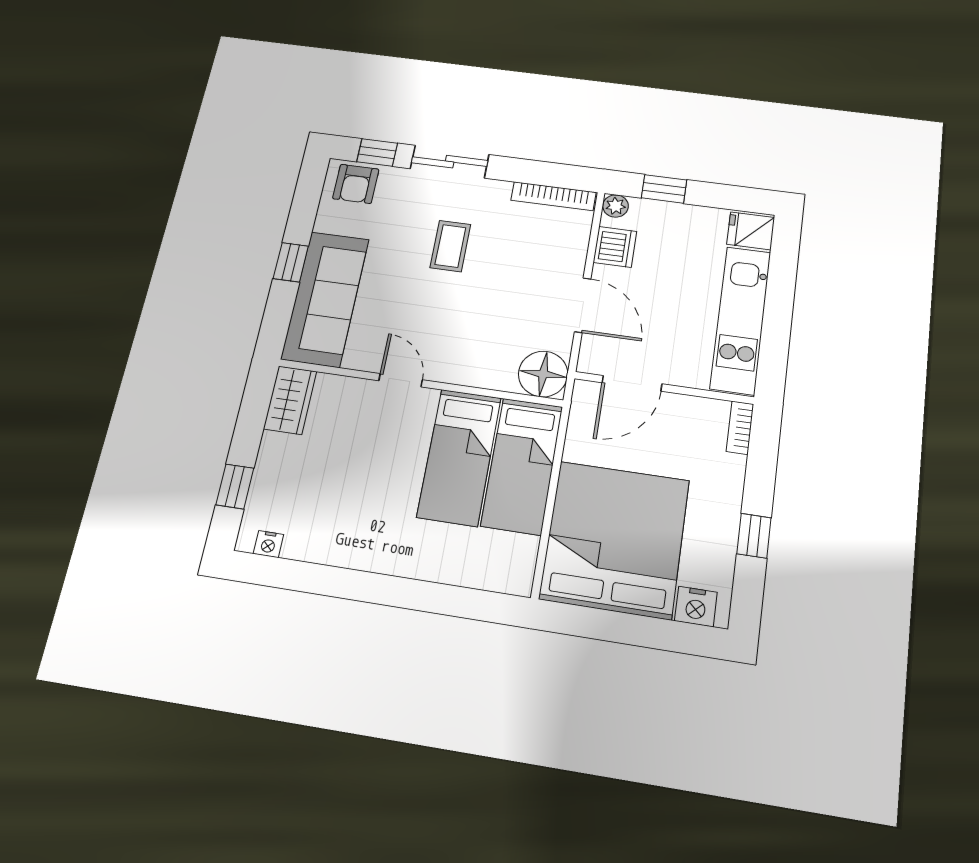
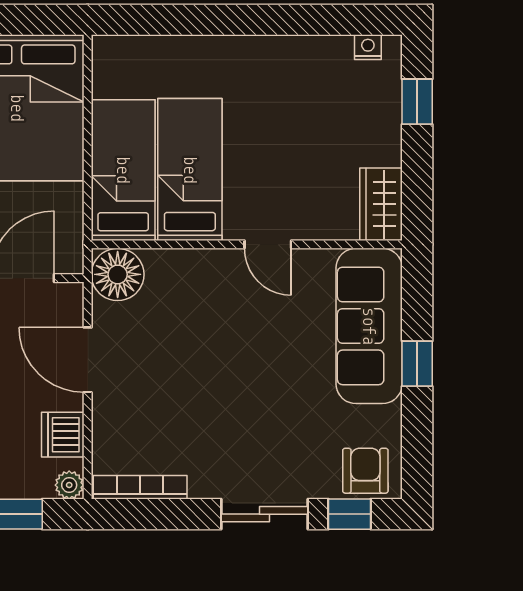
coffee table: (450, 246) -> (244, 409), removed

